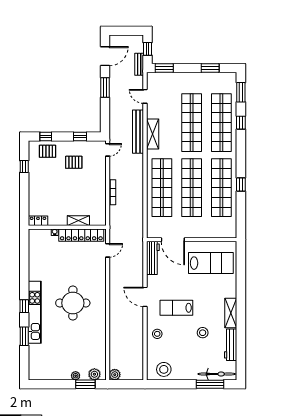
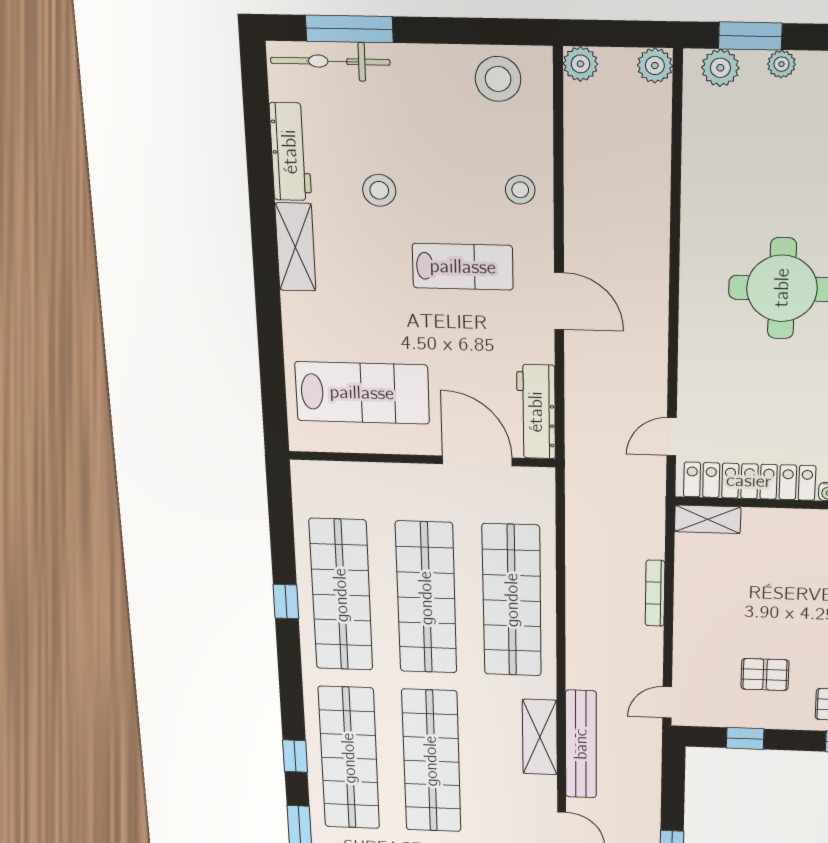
shelving: (78, 221) -> (708, 519), moved
lab bench: (211, 263) -> (362, 393), turned 180
plant: (138, 375) -> (580, 64), added

